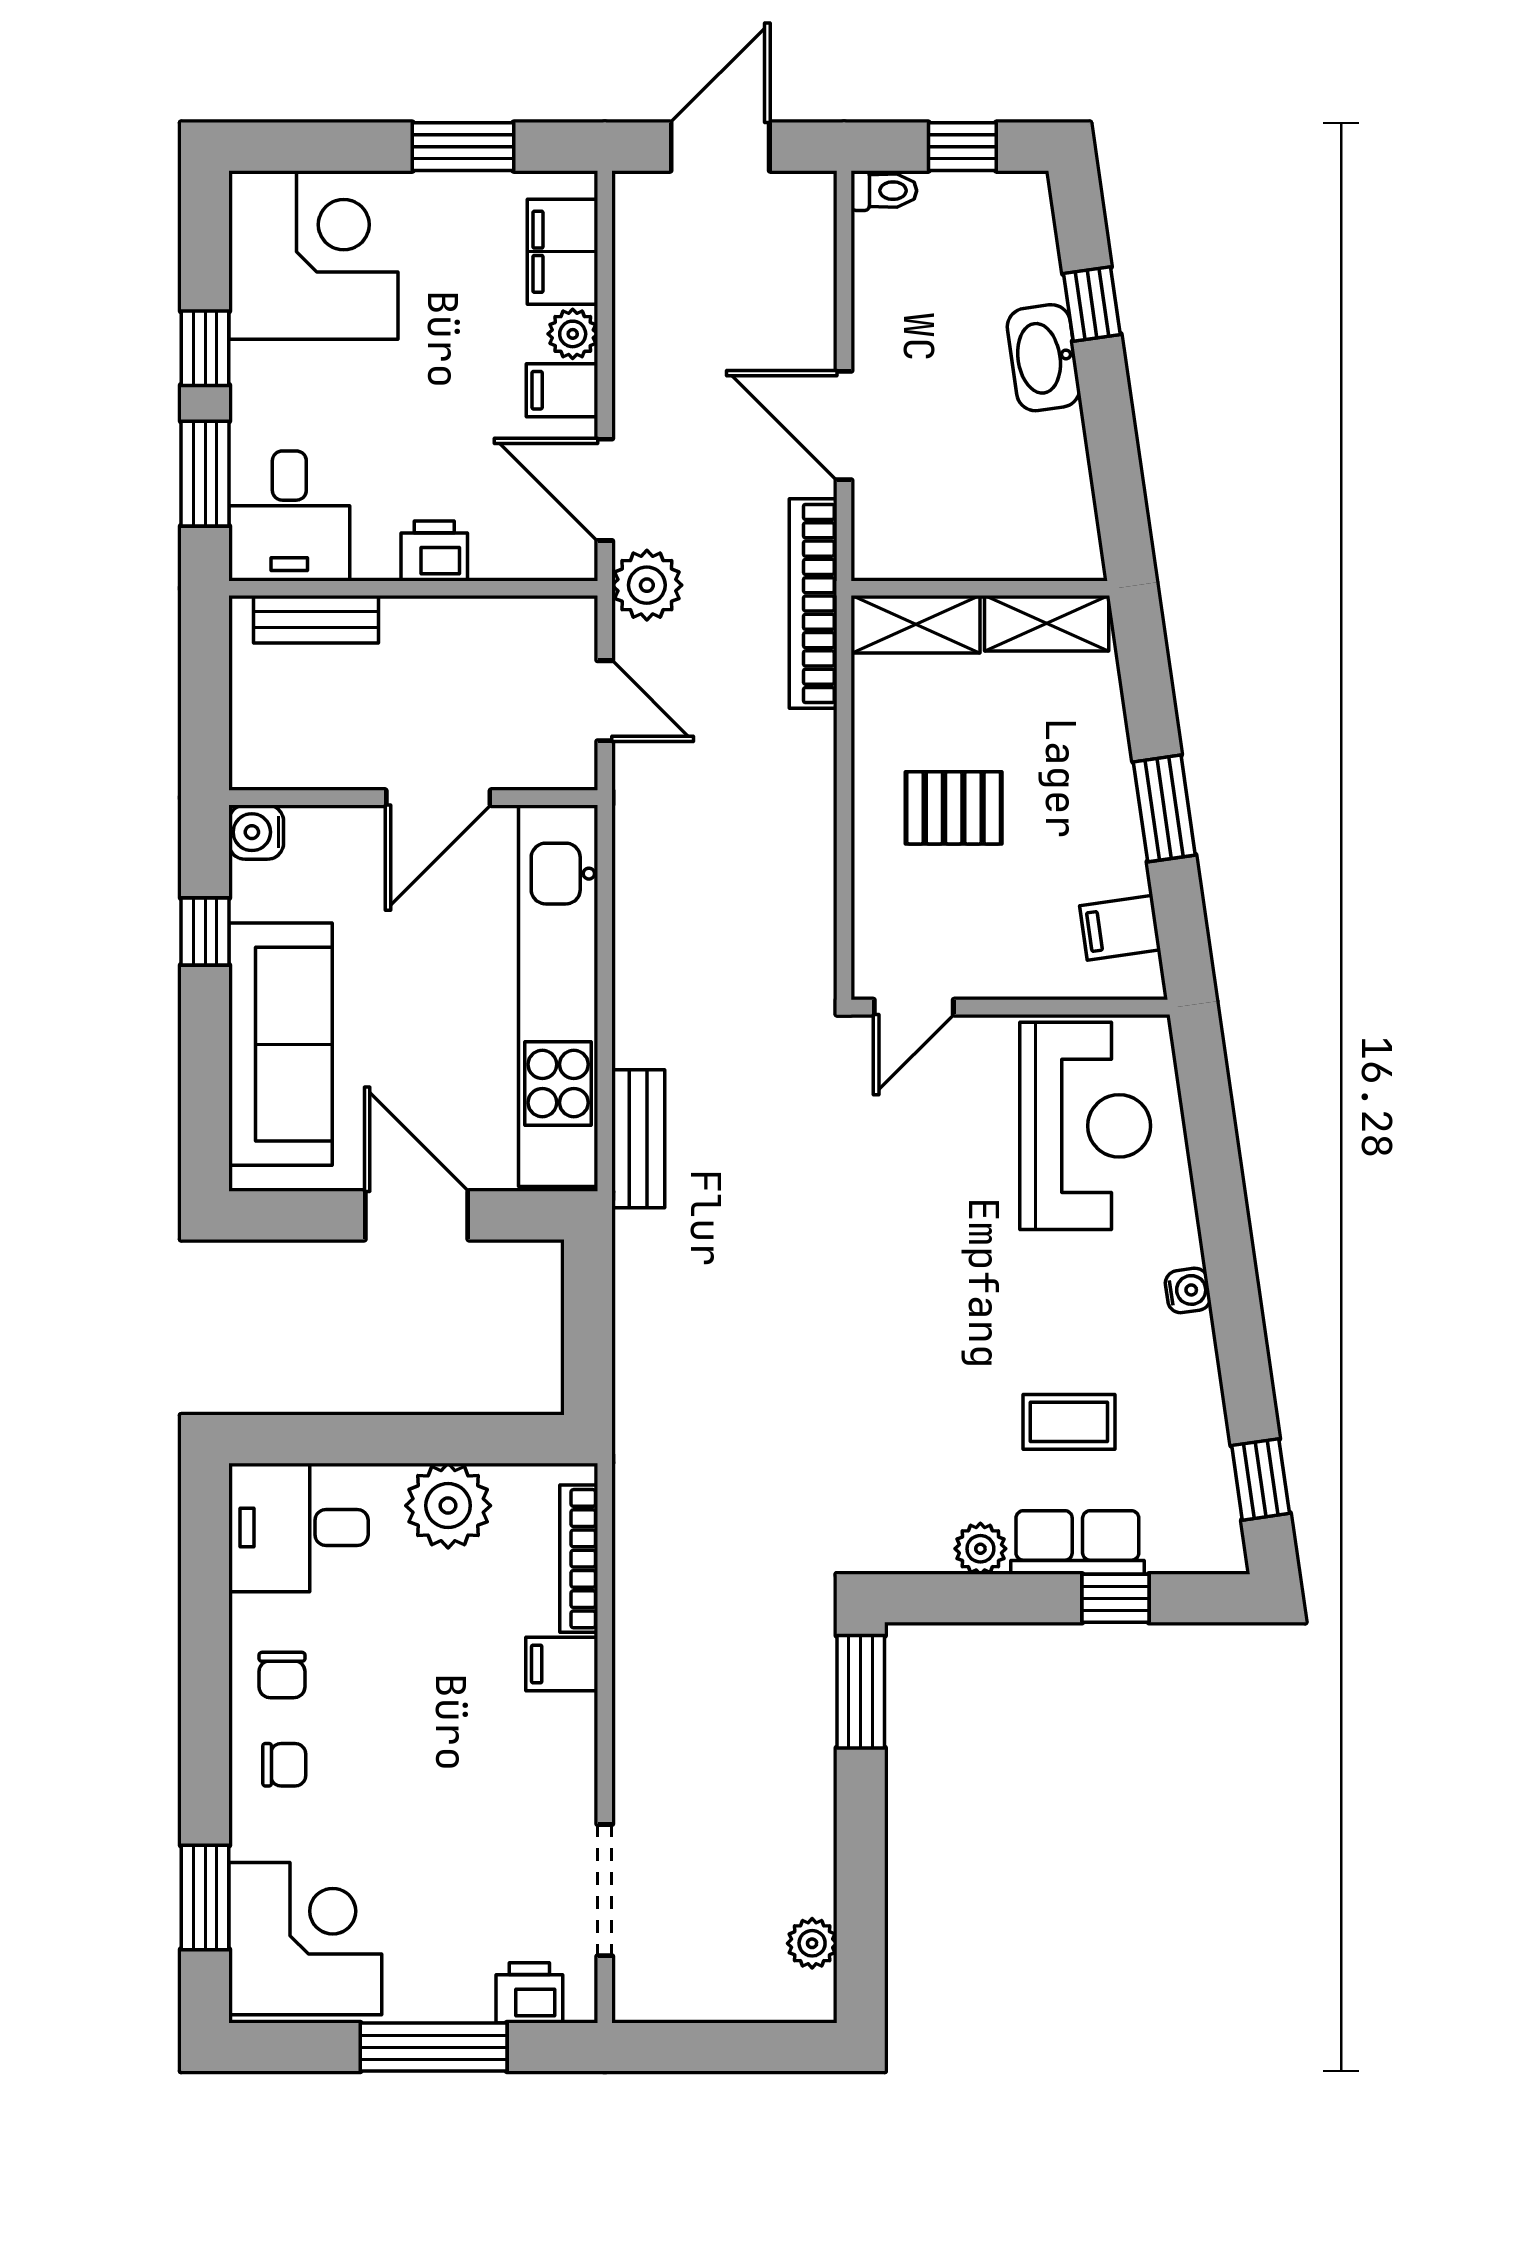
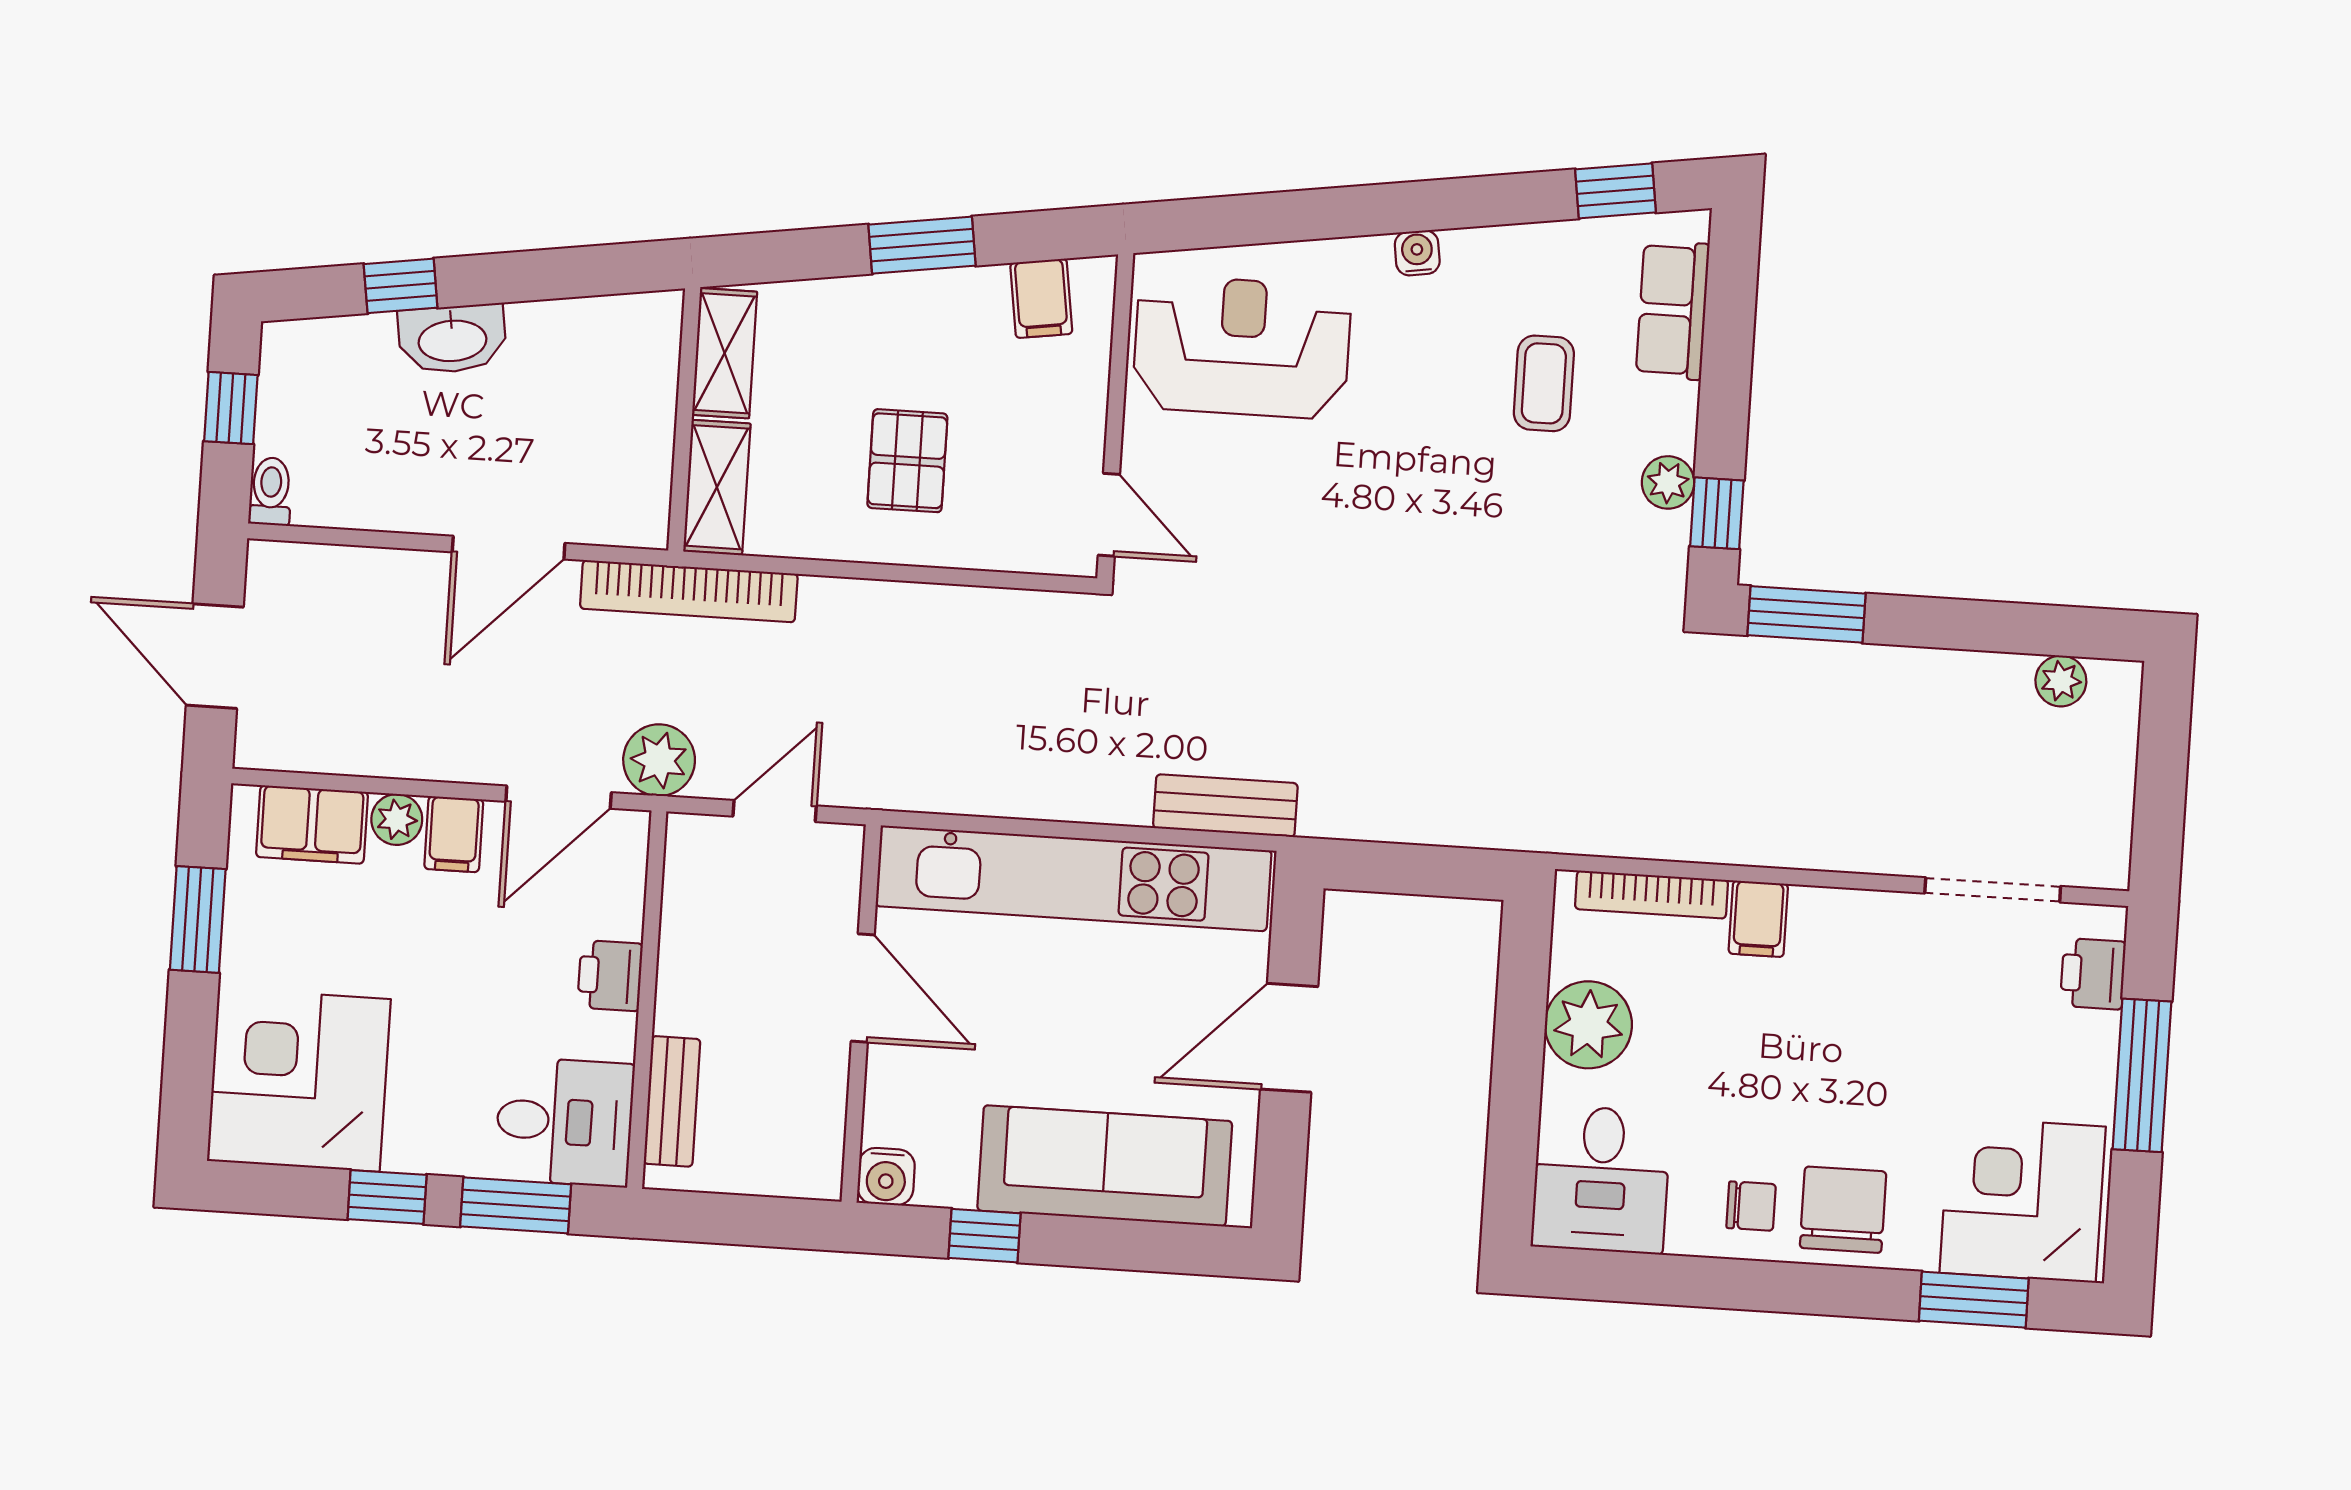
row of seats: (1077, 1542) -> (1673, 310), moved
window: (1116, 1598) -> (1717, 513), moved
chair: (284, 1765) -> (1843, 1210), width x1.87, depth x1.87

